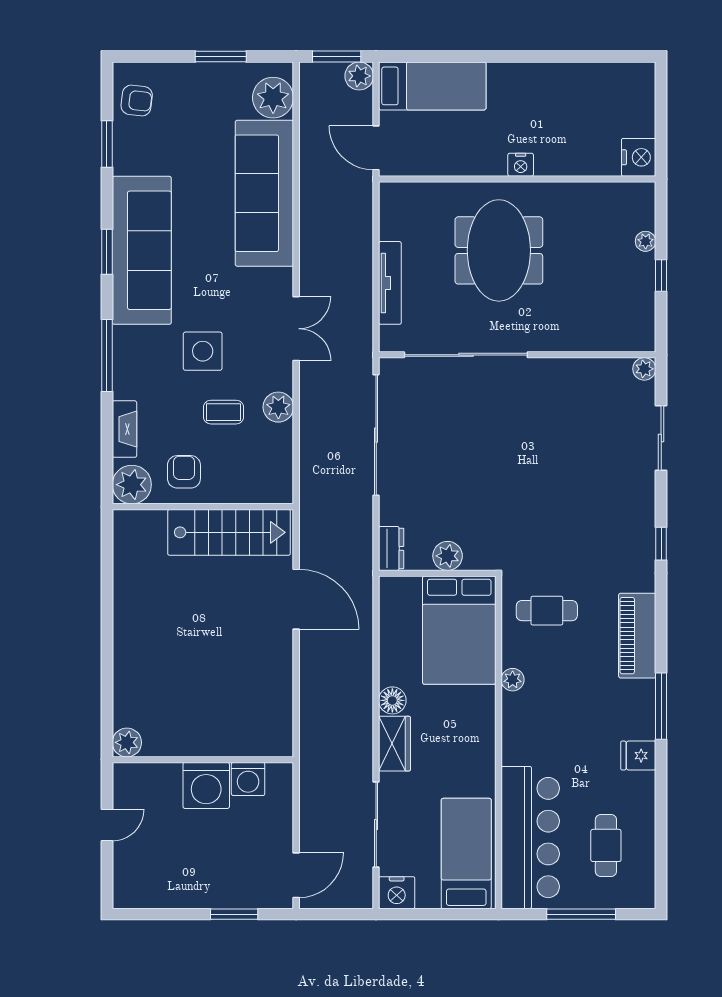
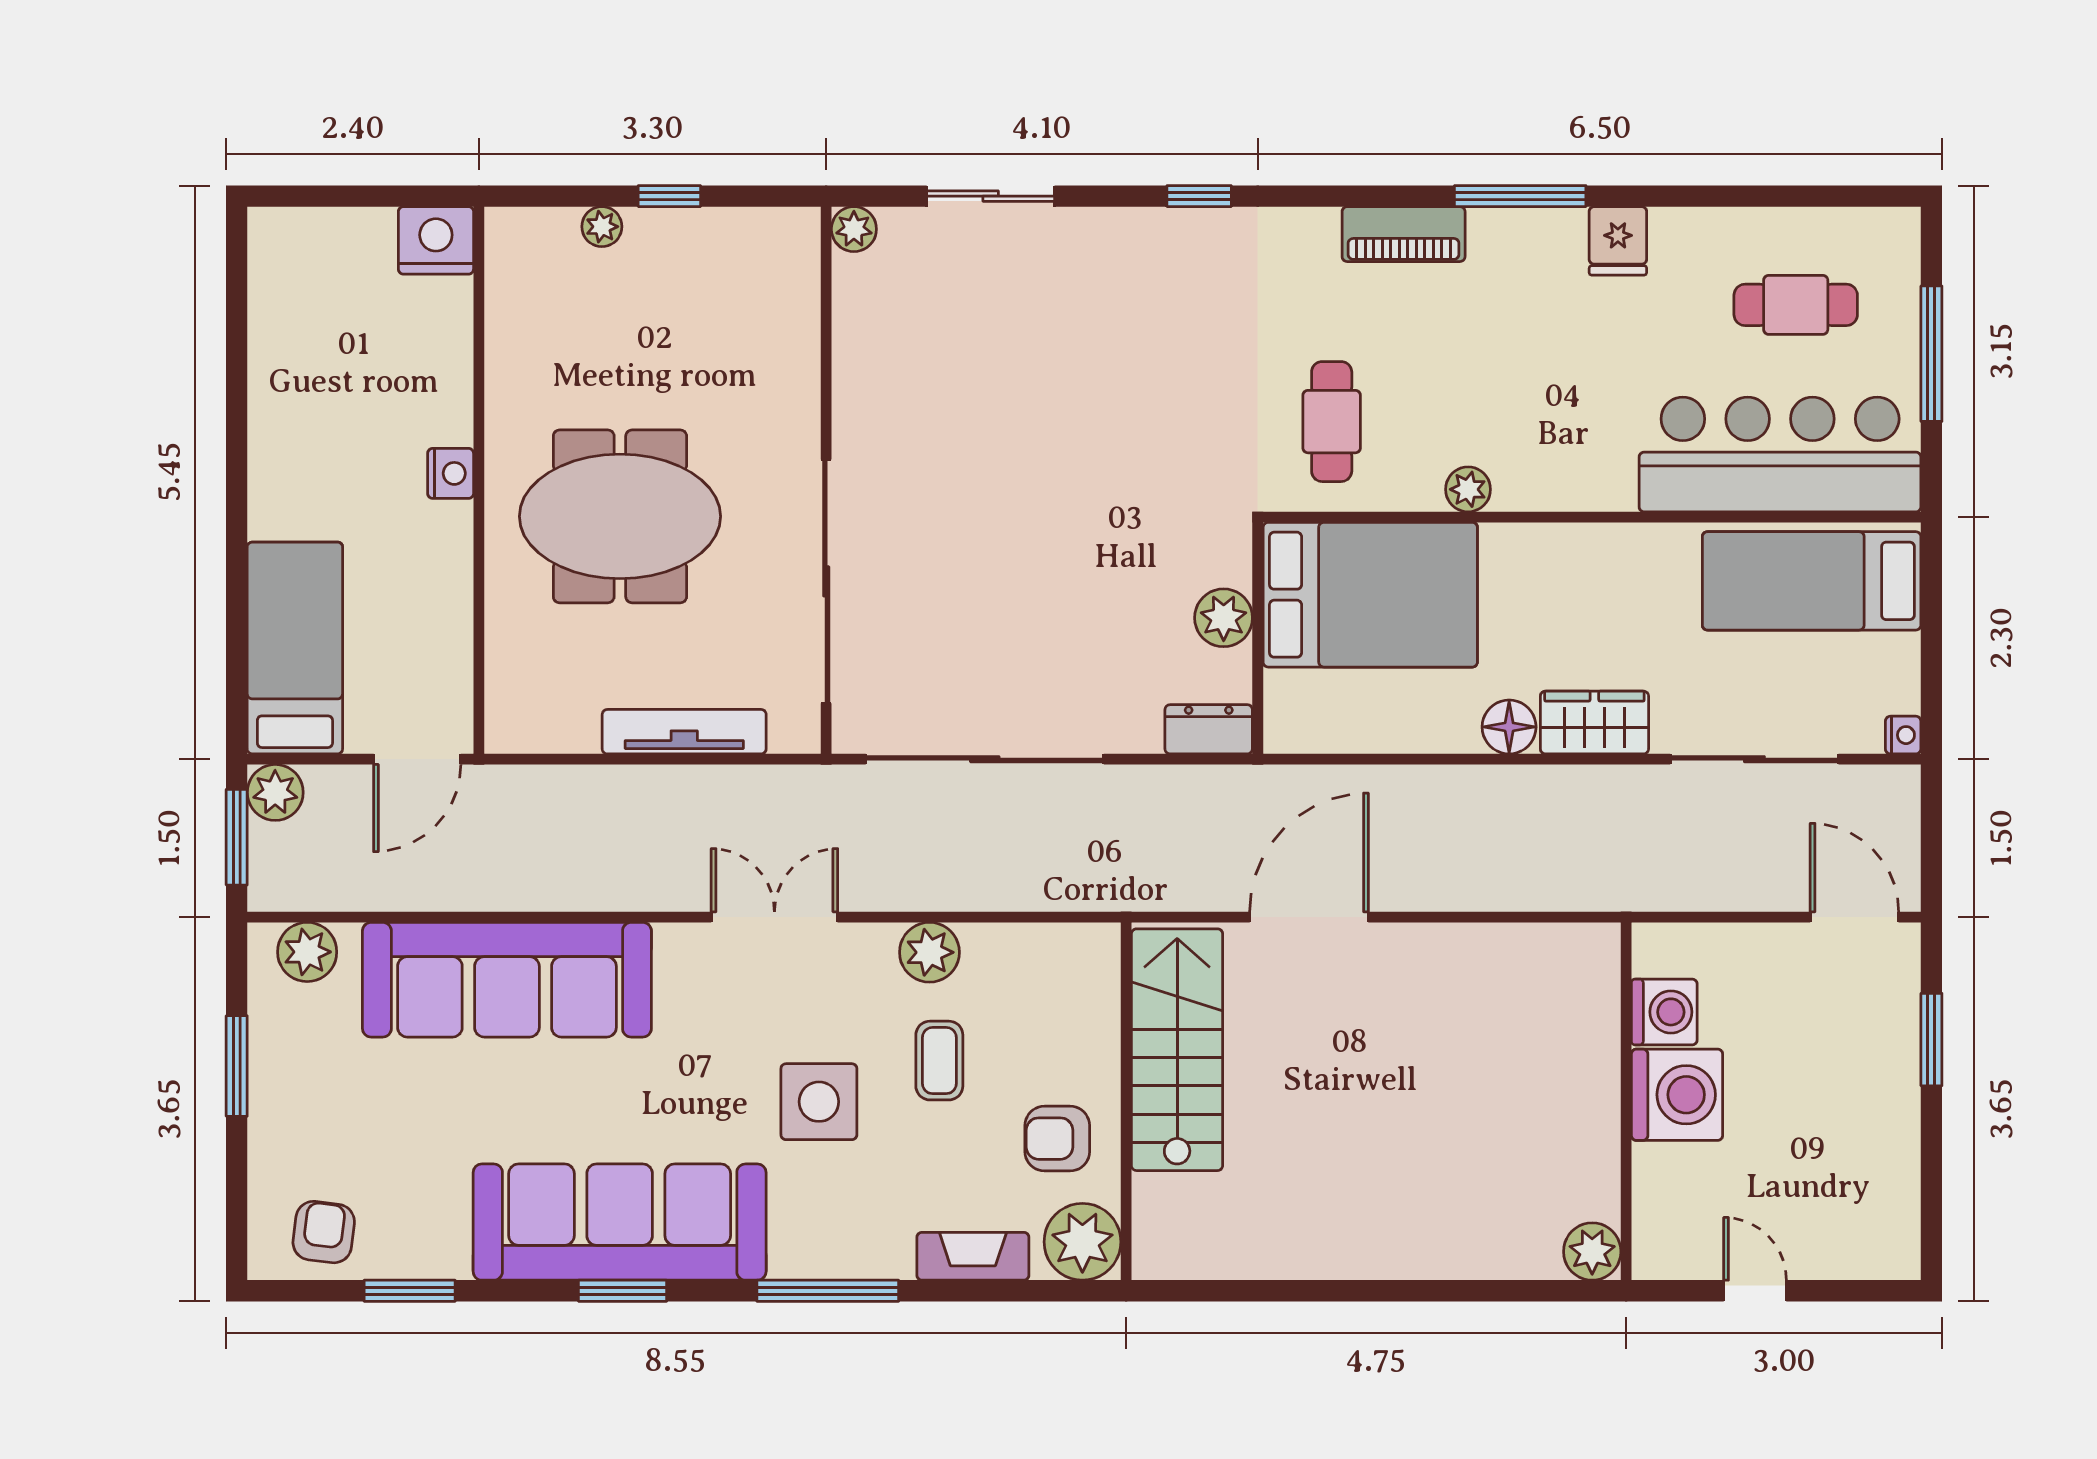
plant: (273, 98) -> (307, 952), width x0.73, depth x0.73
piano: (637, 636) -> (1404, 234), width x0.73, depth x0.75
nightstand: (397, 893) -> (1903, 735), width x0.53, depth x0.56

